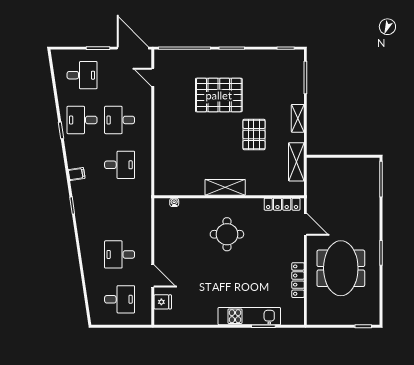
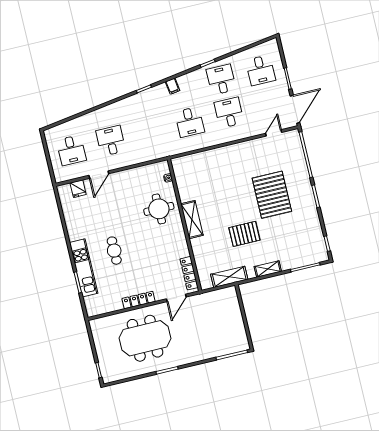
round table: (227, 234) -> (159, 209), moved
cafe table: (239, 279) -> (114, 251), added
locker: (298, 280) -> (139, 300), moved

